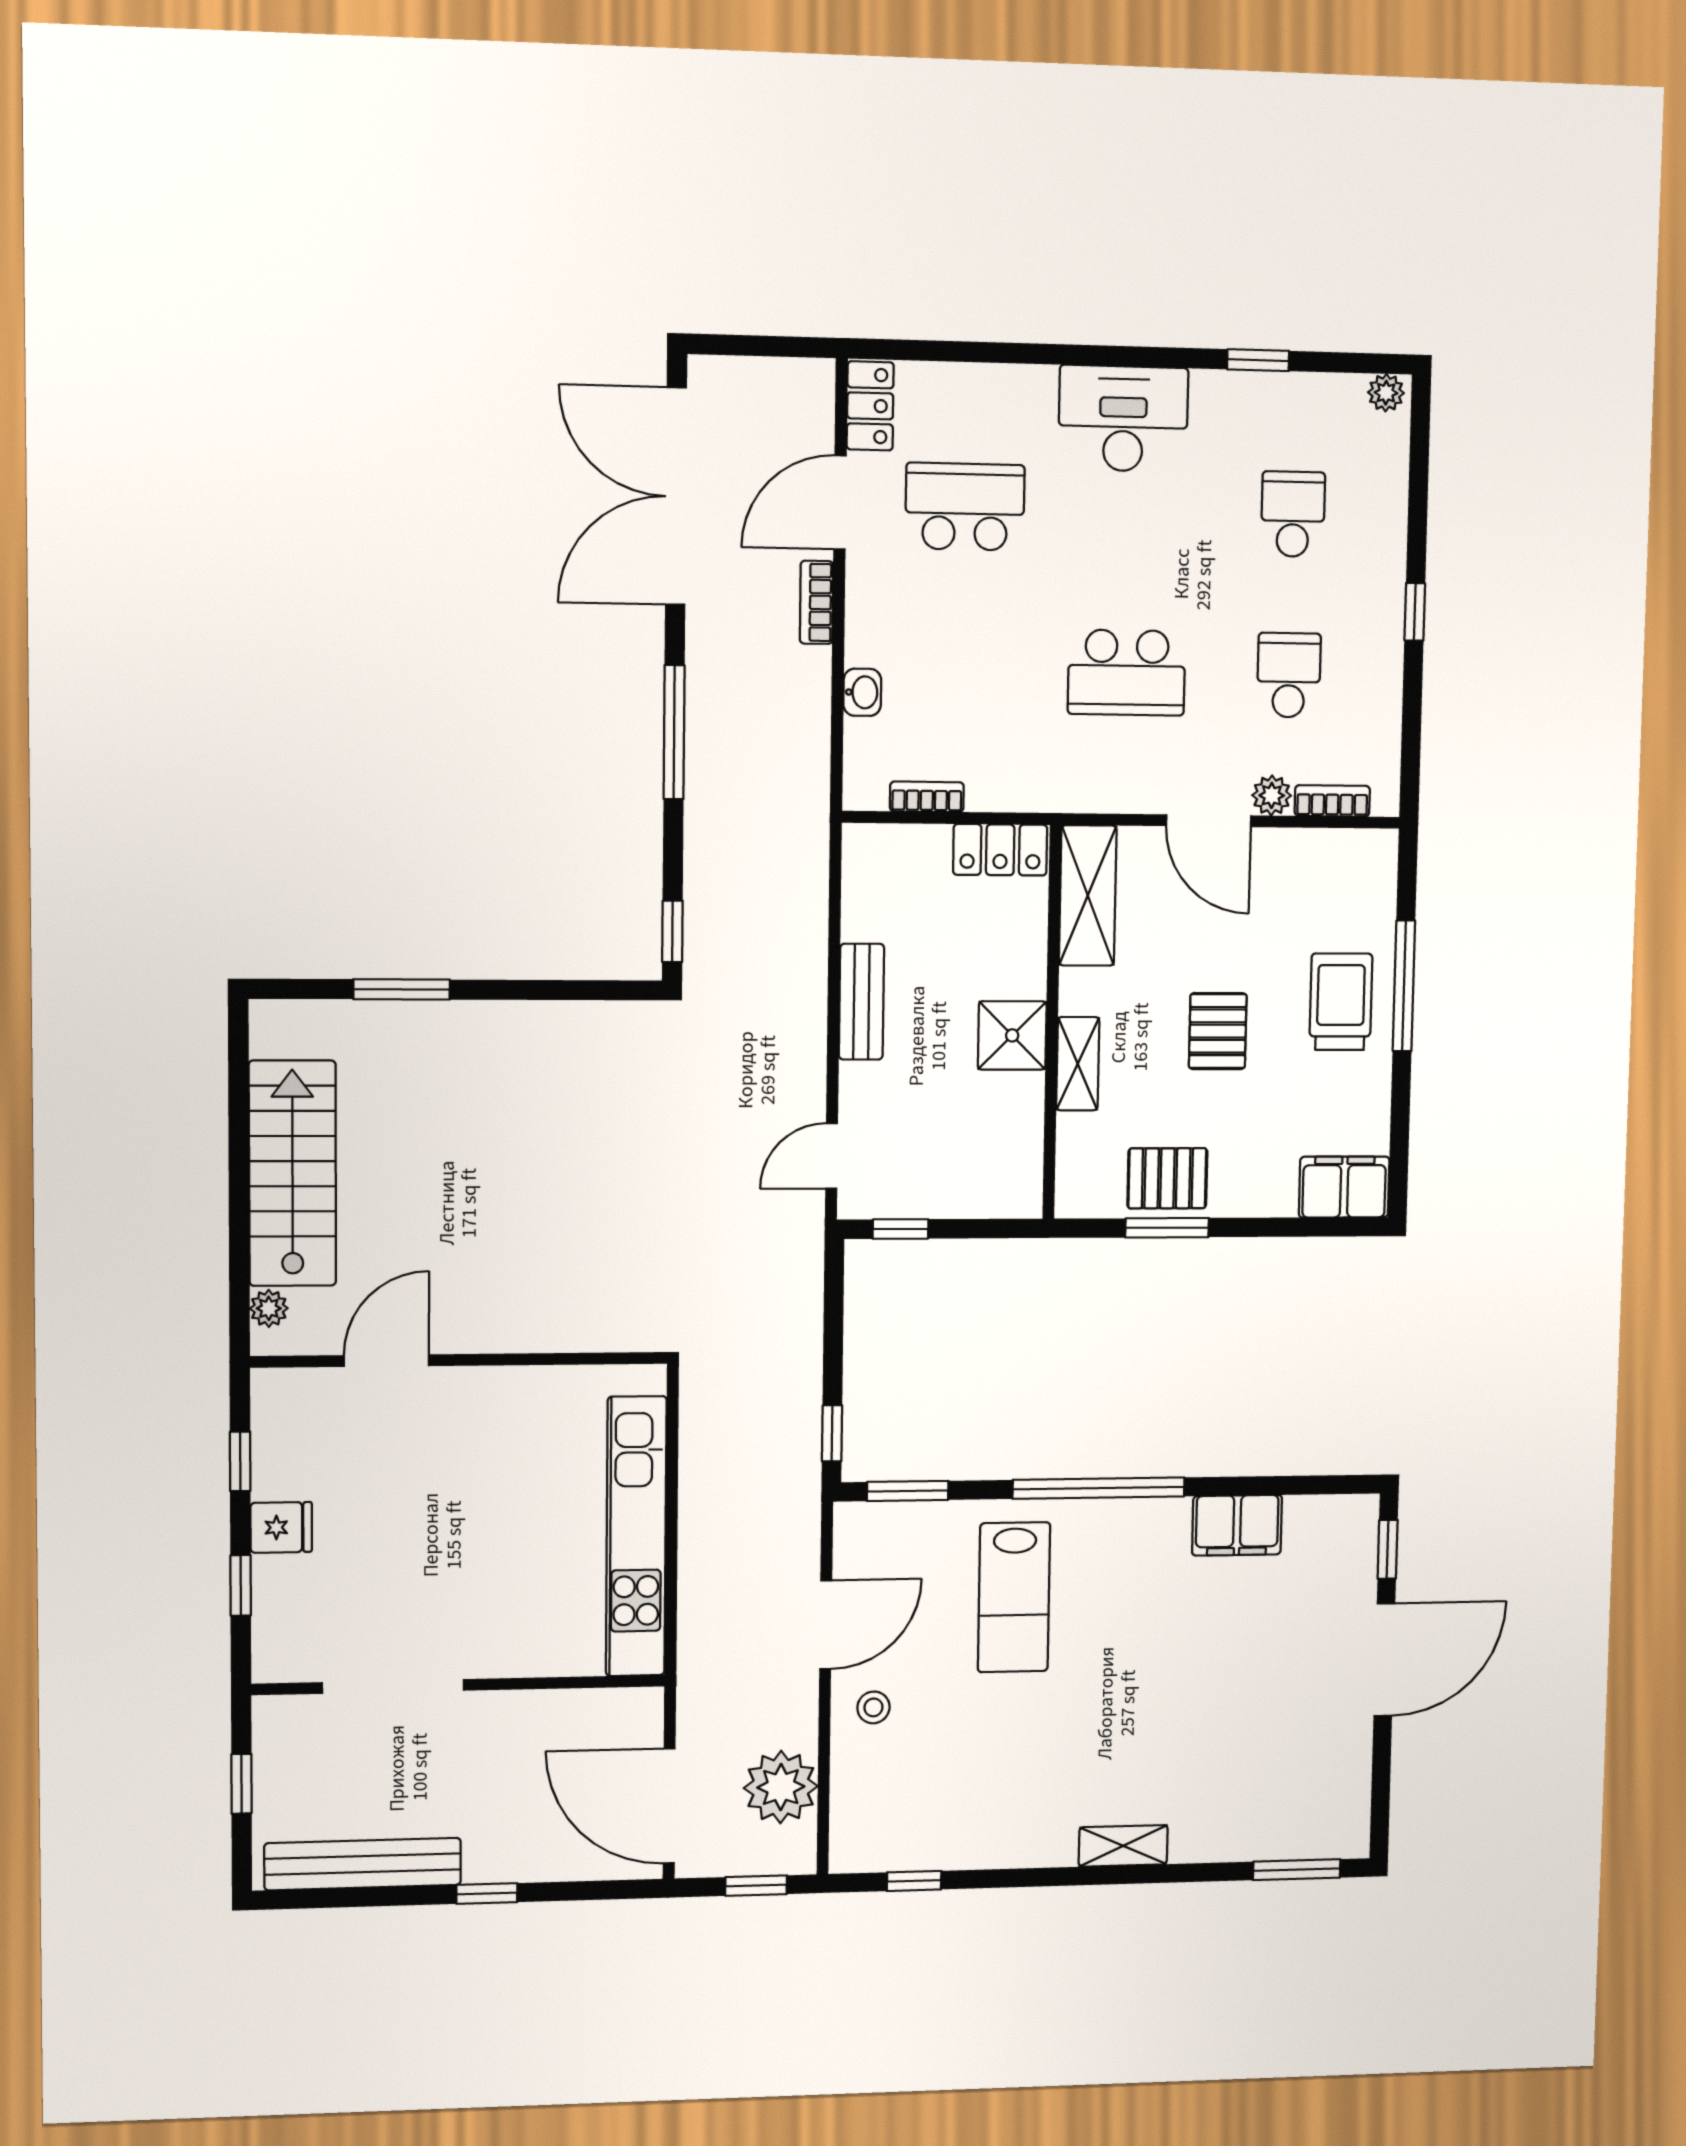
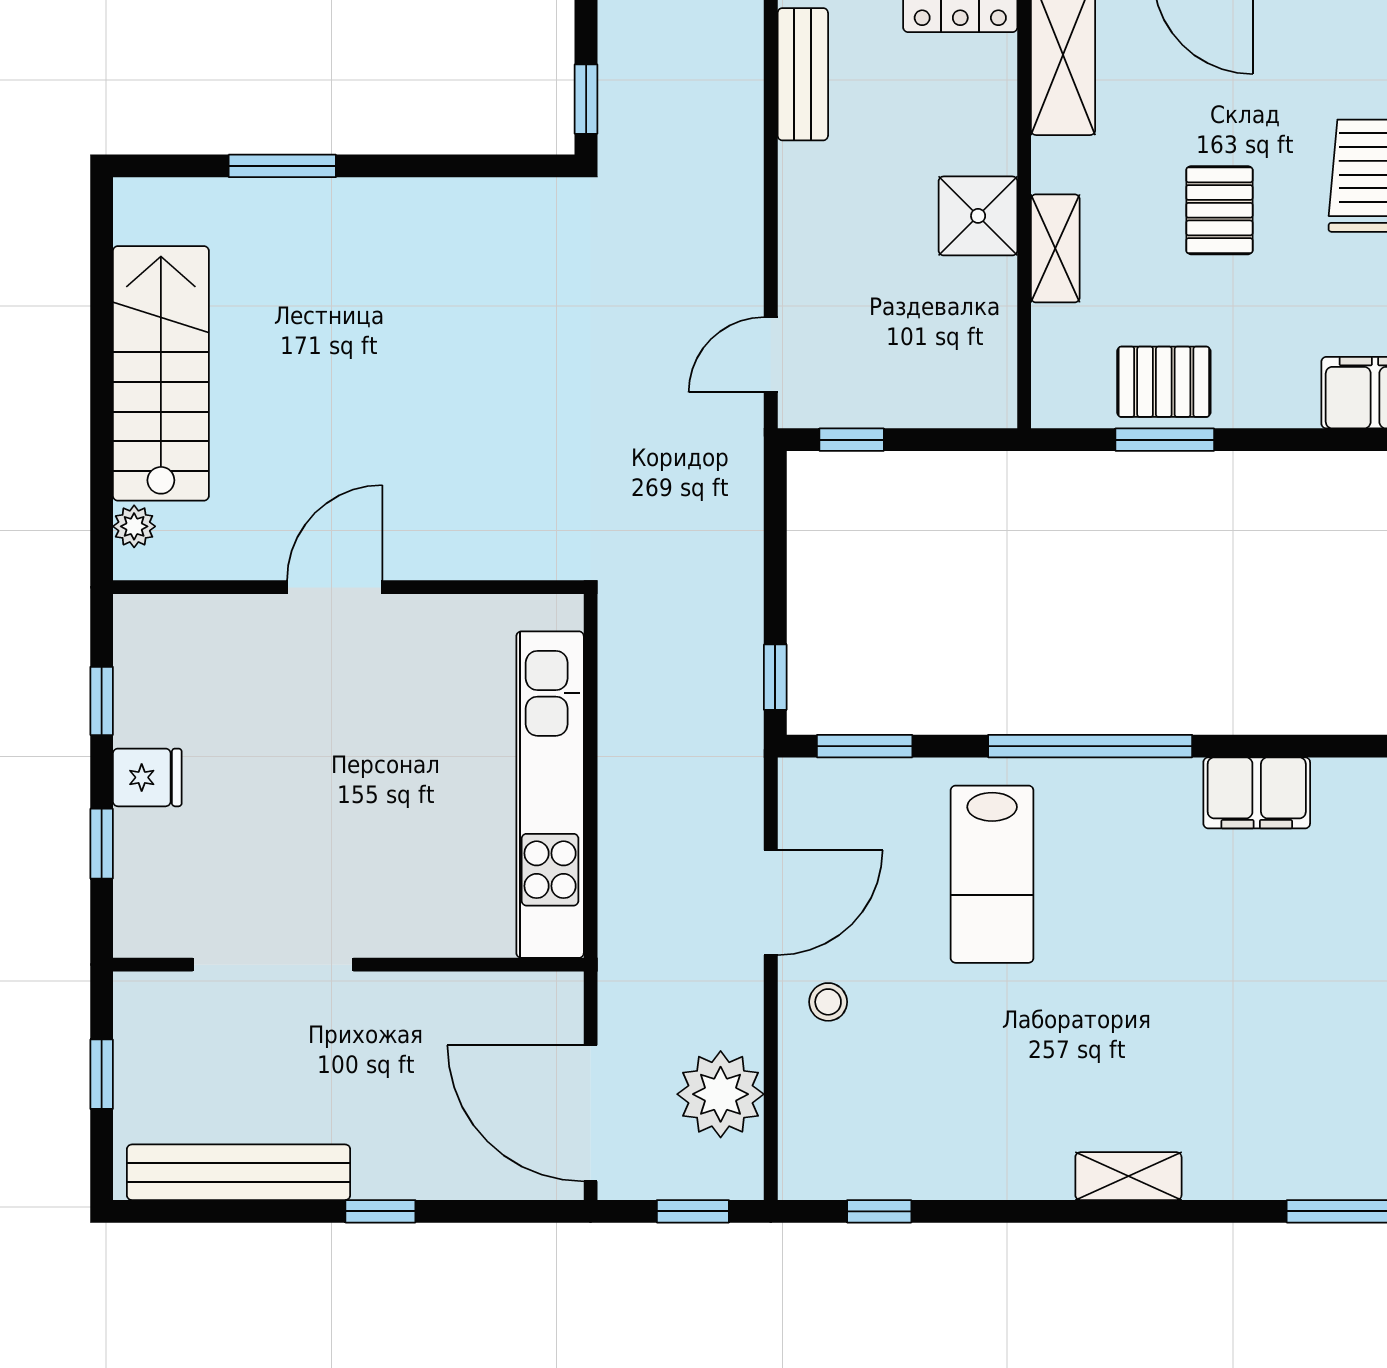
bench: (861, 1002) -> (803, 74), moved
door: (387, 1361) -> (335, 587), moved

